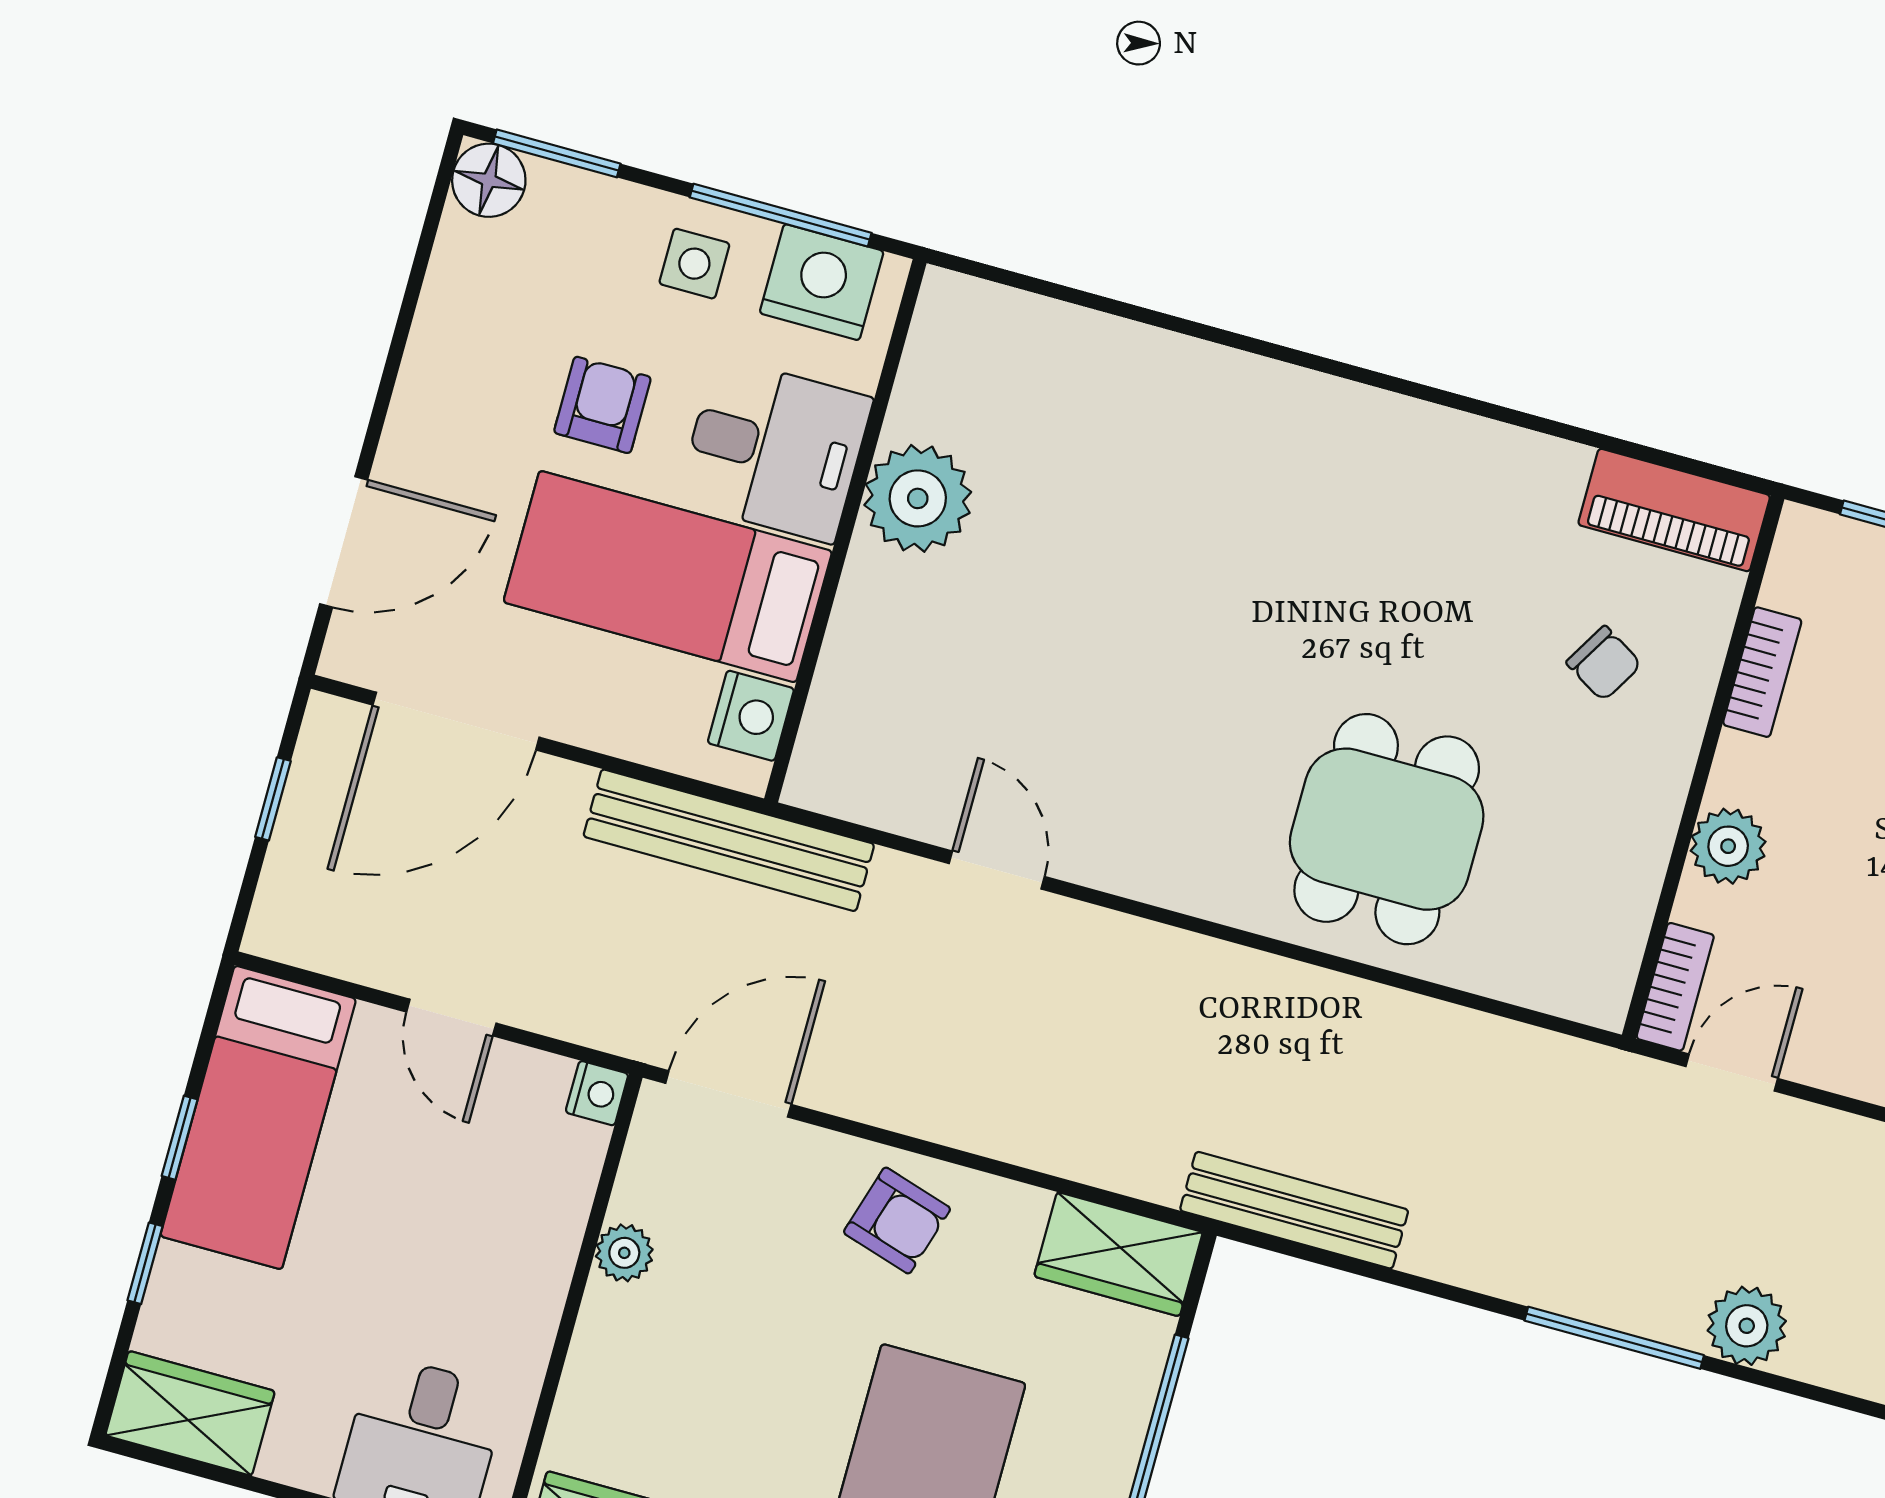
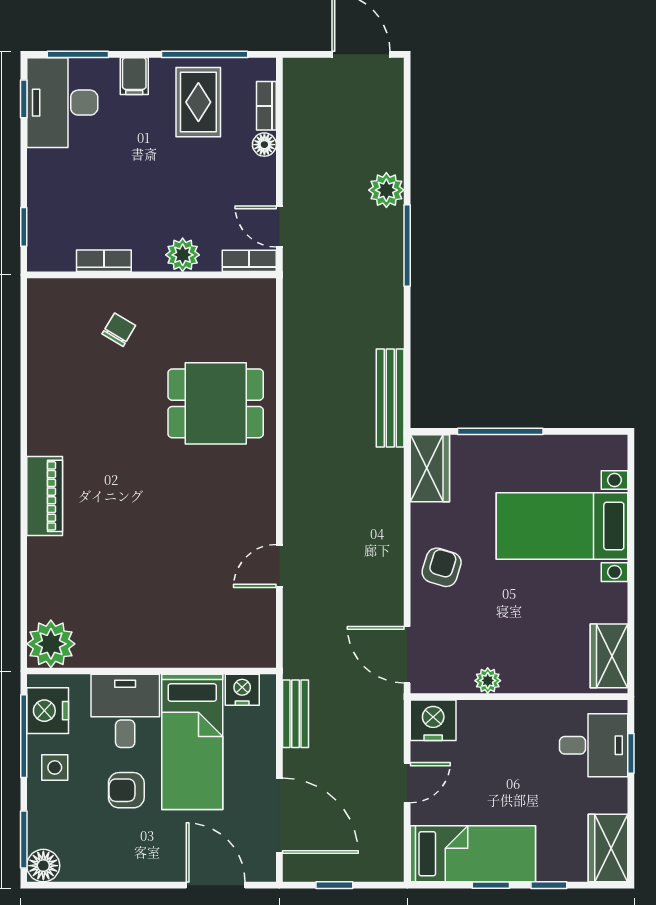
plant: (918, 498) -> (51, 644), moved
piano: (1674, 510) -> (45, 496), moved
bench: (729, 840) -> (295, 714), width x0.54, depth x0.82
nightstand: (597, 1093) -> (433, 720), width x1.89, depth x1.79

